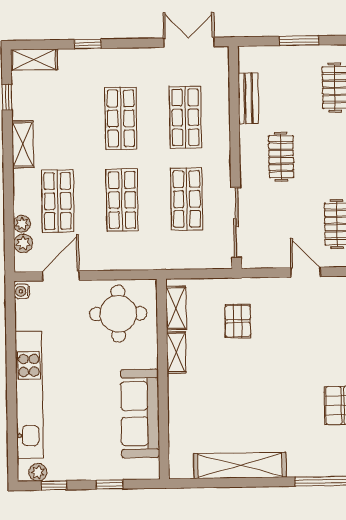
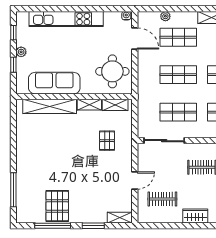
plant: (23, 243) -> (154, 17), removed
pallet: (238, 321) -> (107, 141), turned 90
shelving: (240, 465) -> (50, 106), moved, turned 90
plant: (38, 472) -> (21, 52), moved

